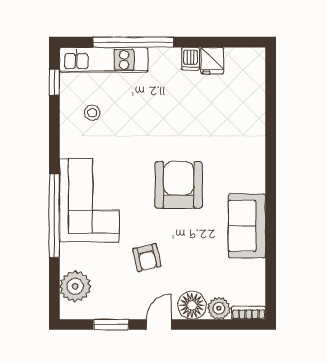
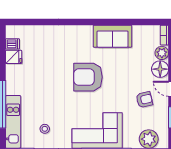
dishwasher: (191, 59) -> (13, 44), moved
armchair: (147, 258) -> (144, 100), moved

